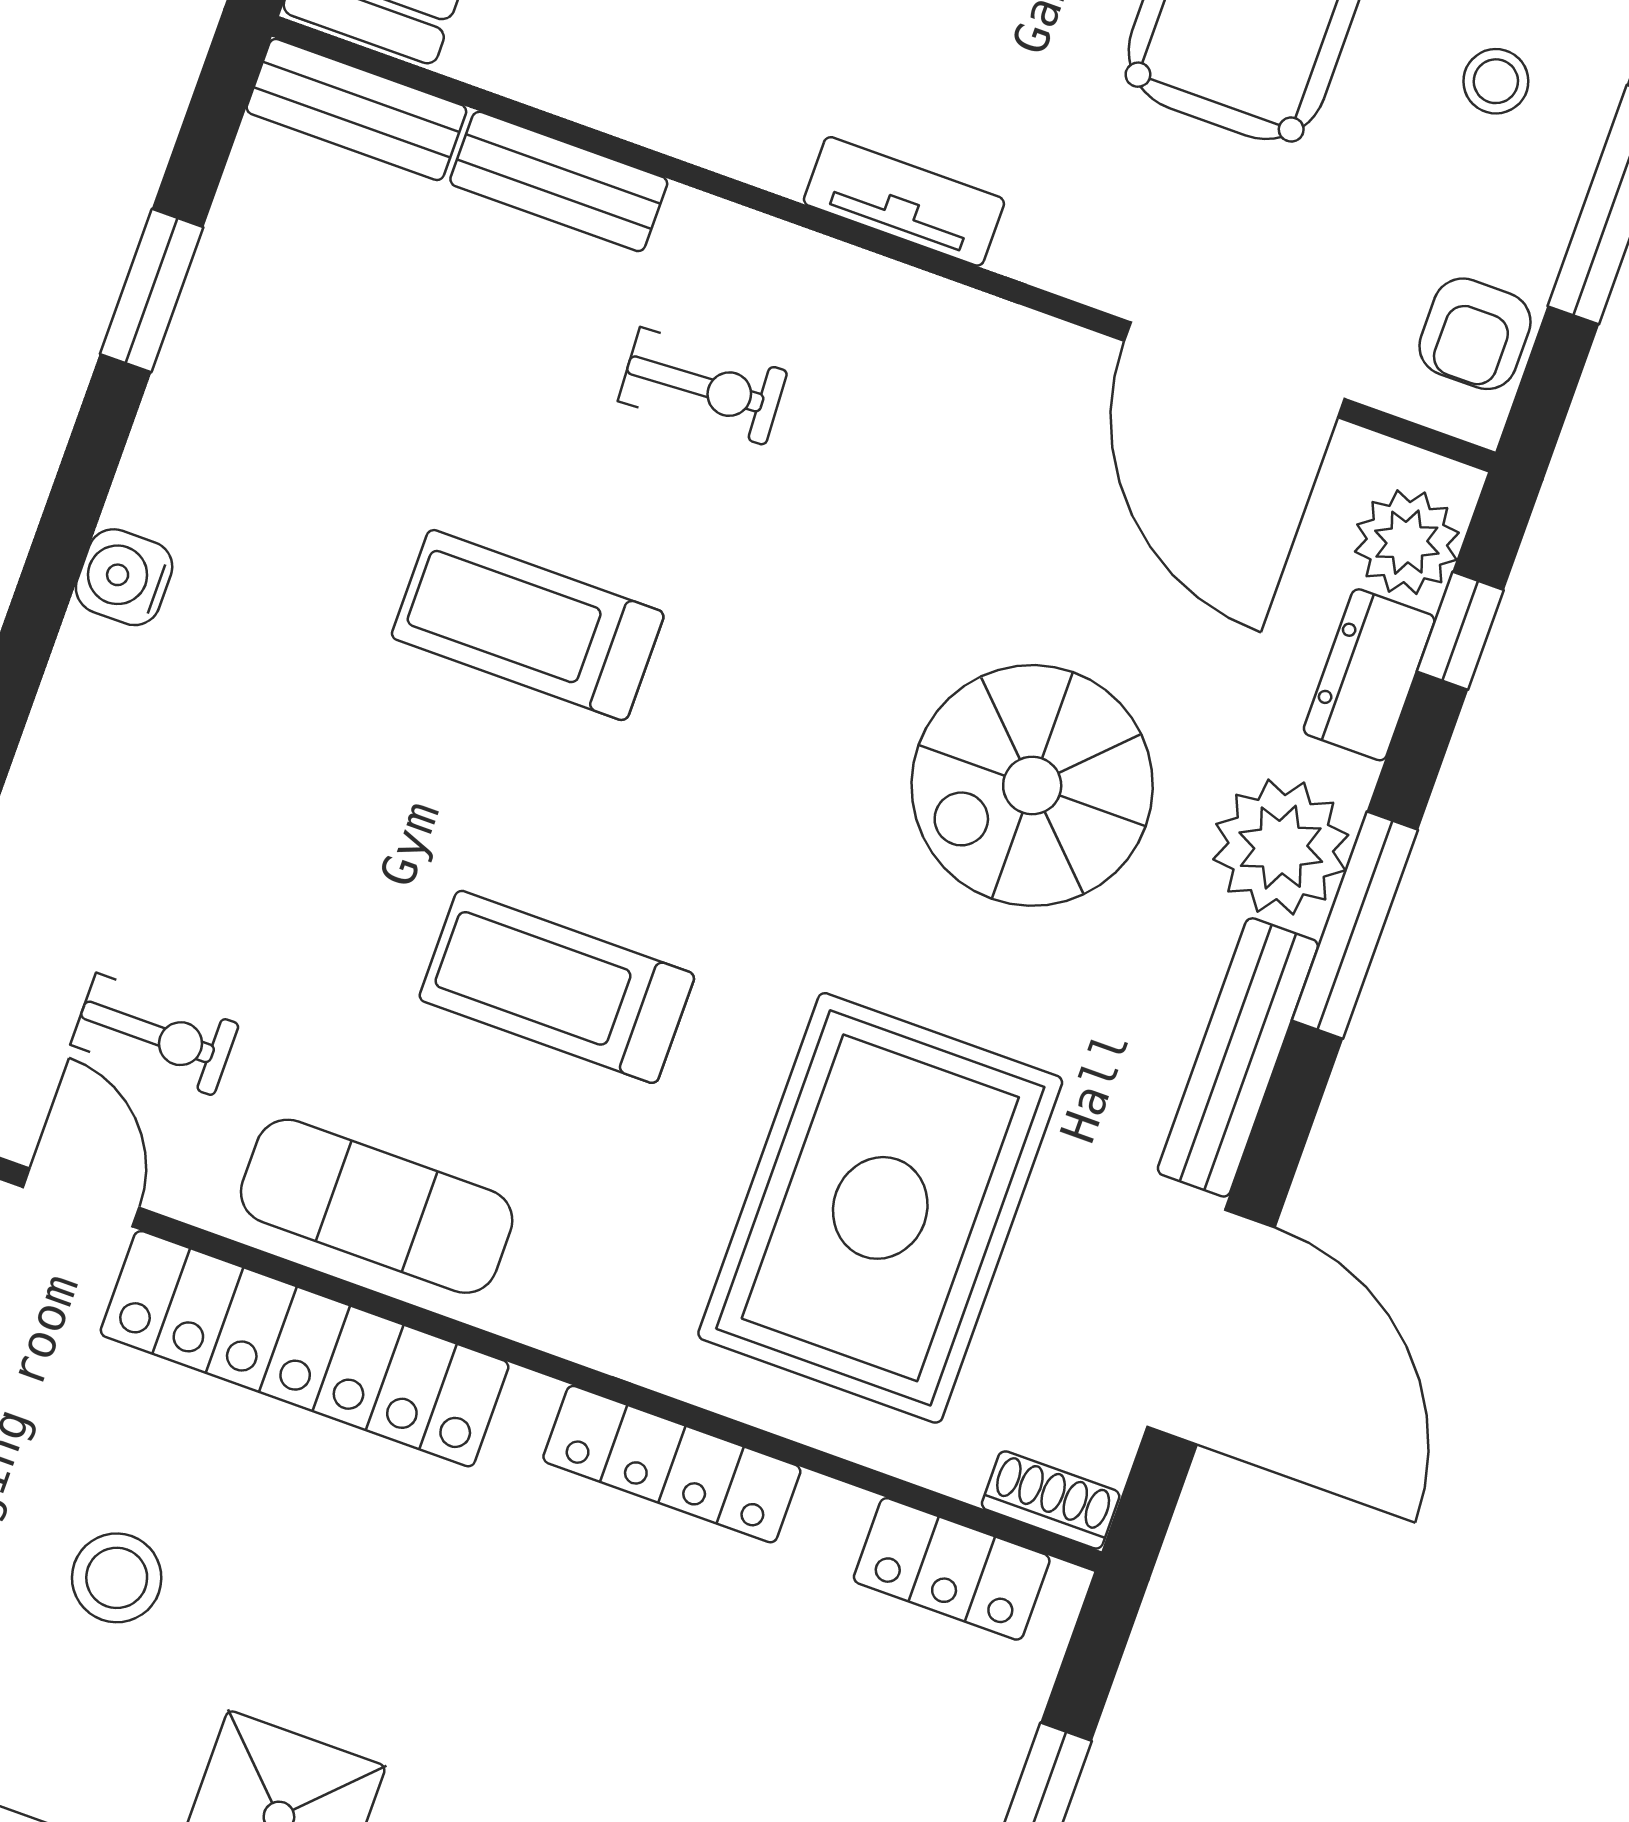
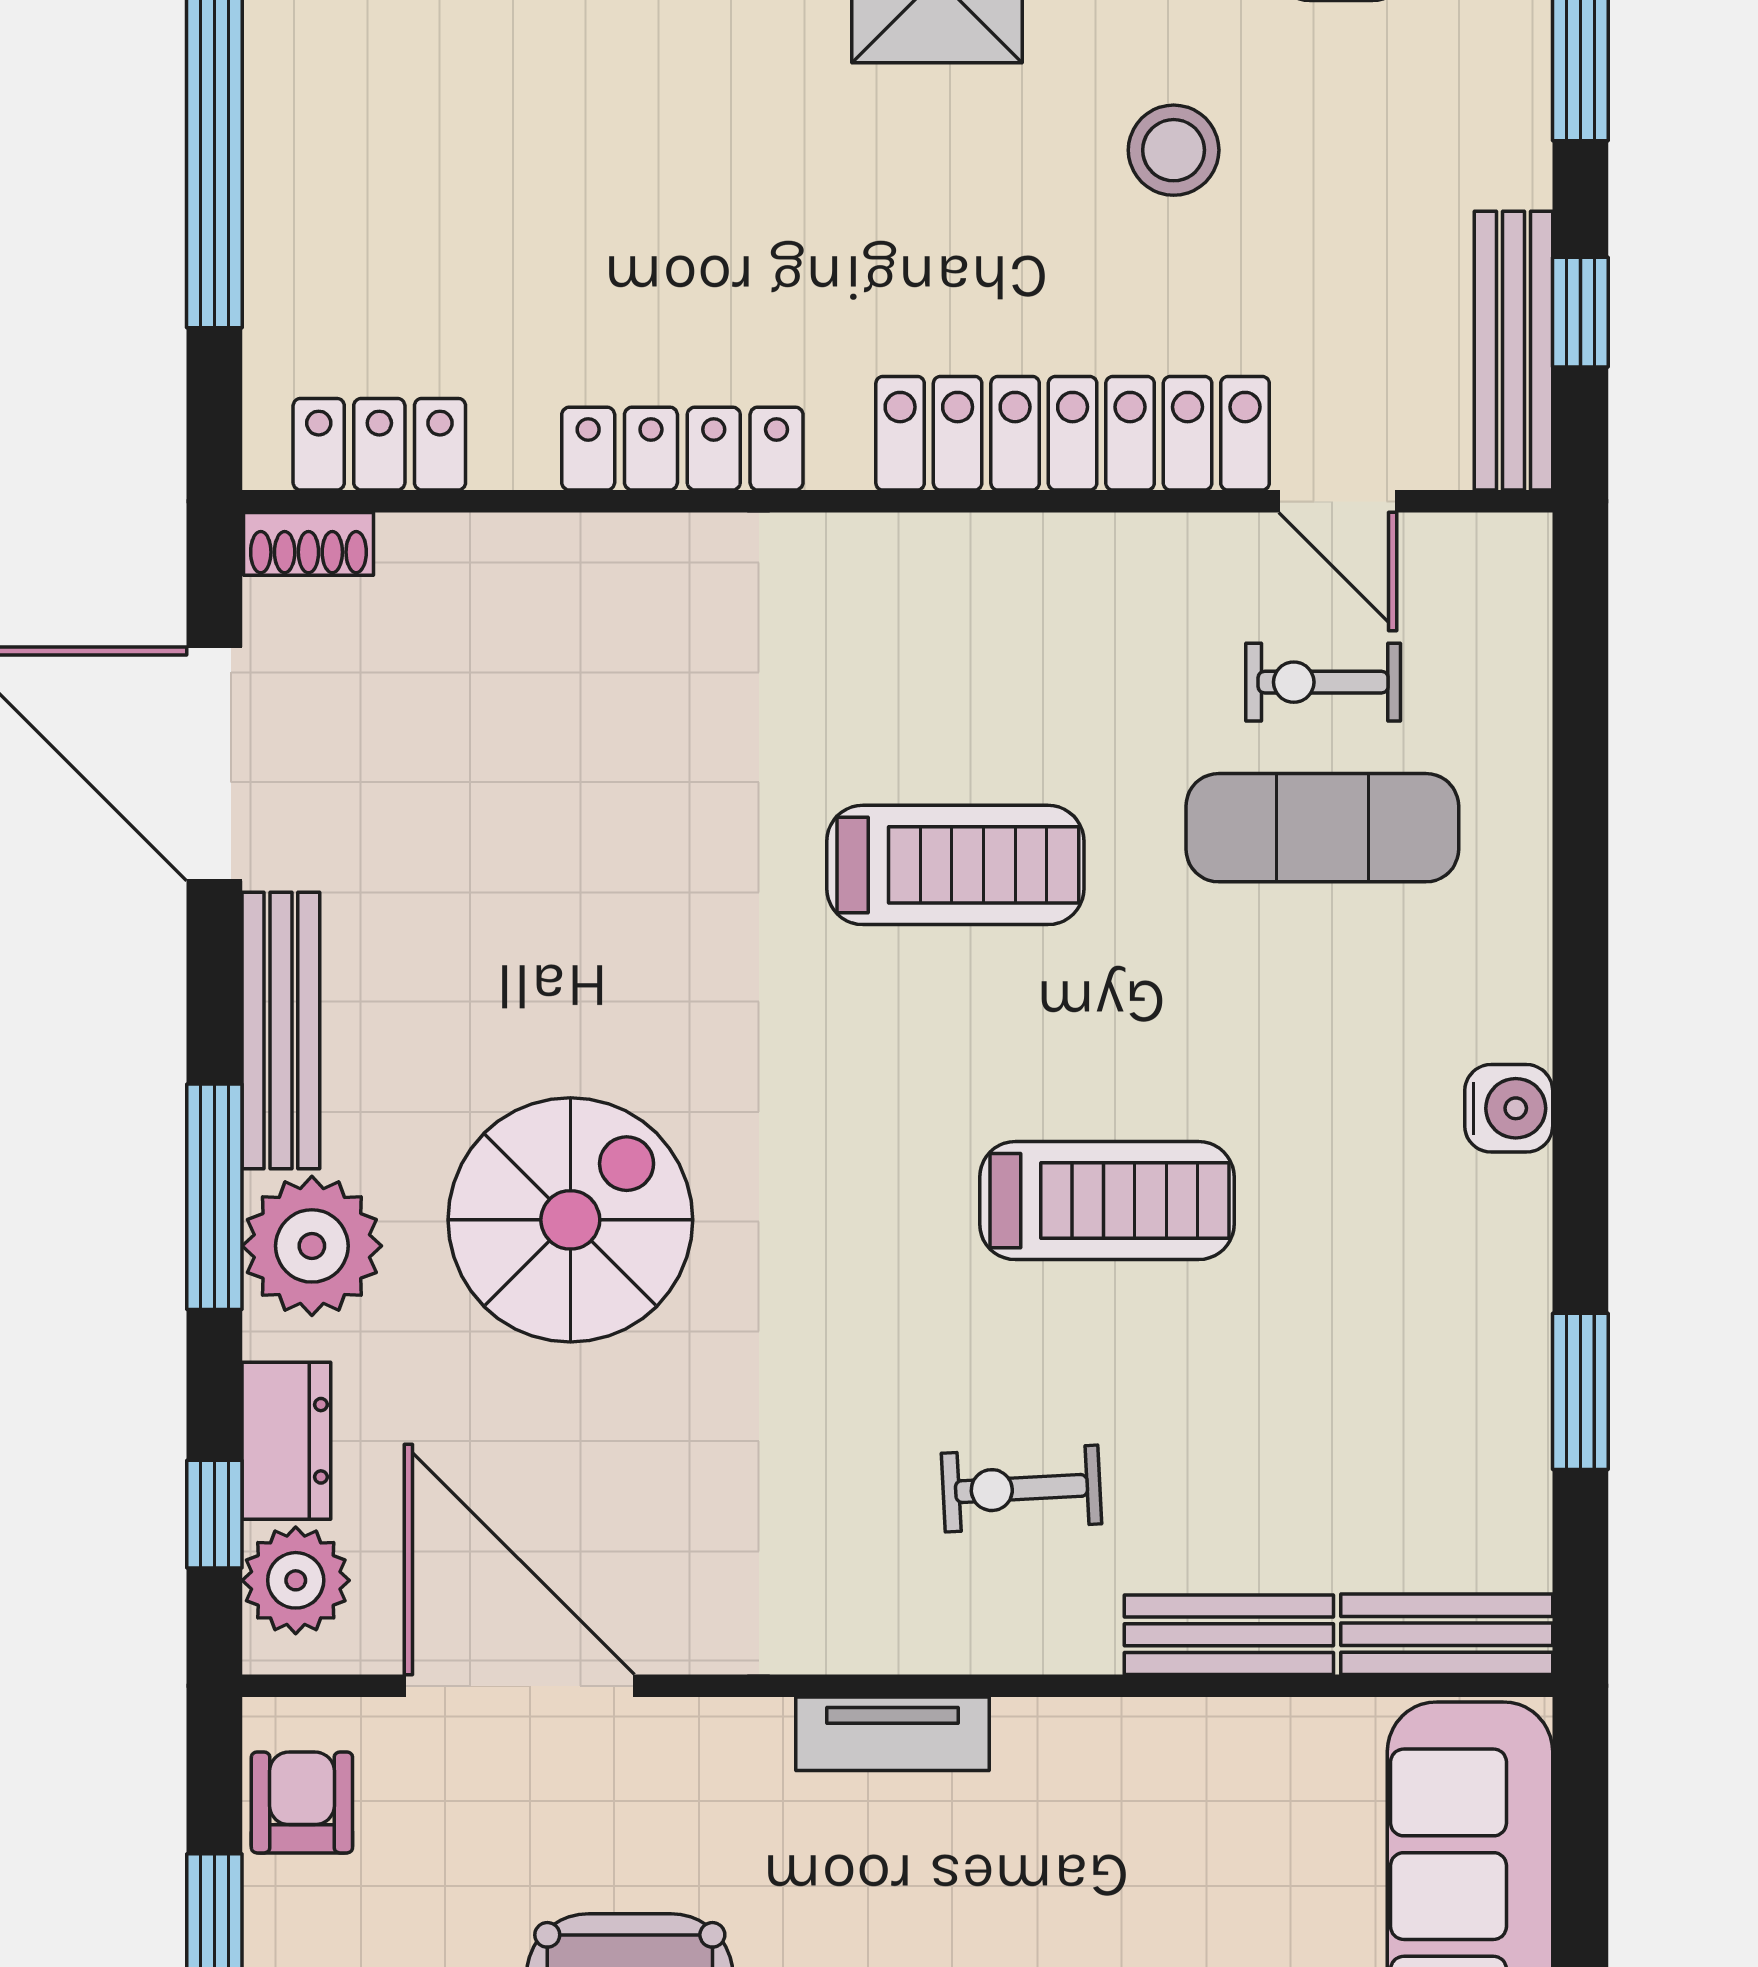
exercise mat: (377, 1206) -> (1322, 828), moved
rug: (880, 1208) -> (571, 765), removed

